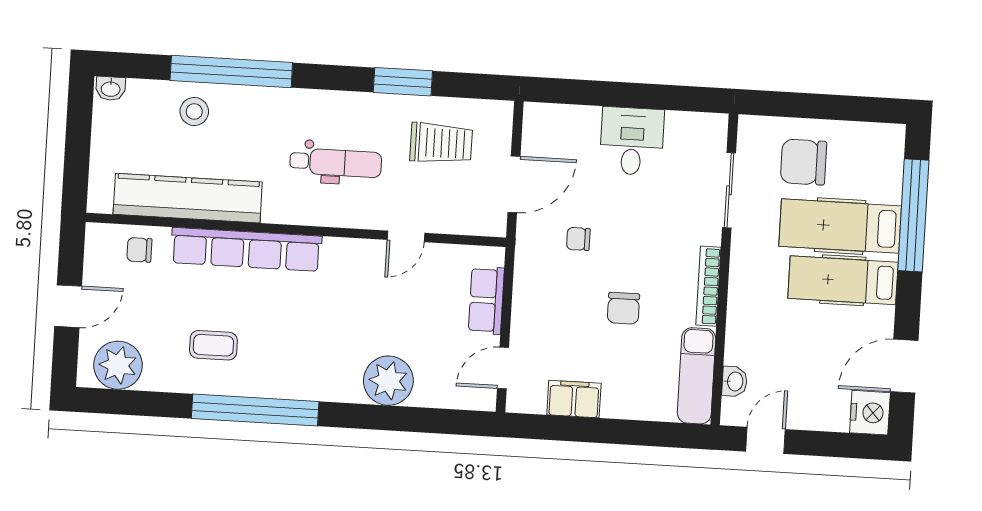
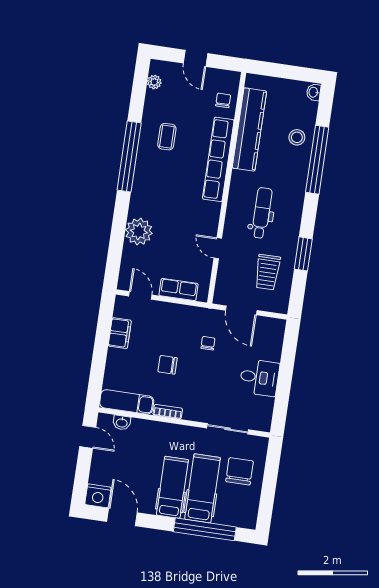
dental chair: (336, 163) -> (262, 213), turned 180
bookcase: (708, 286) -> (168, 412), width x0.64
plant: (118, 365) -> (154, 82), width x0.53, depth x0.53

